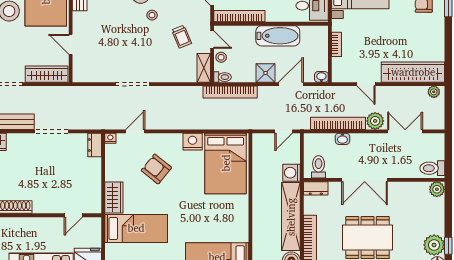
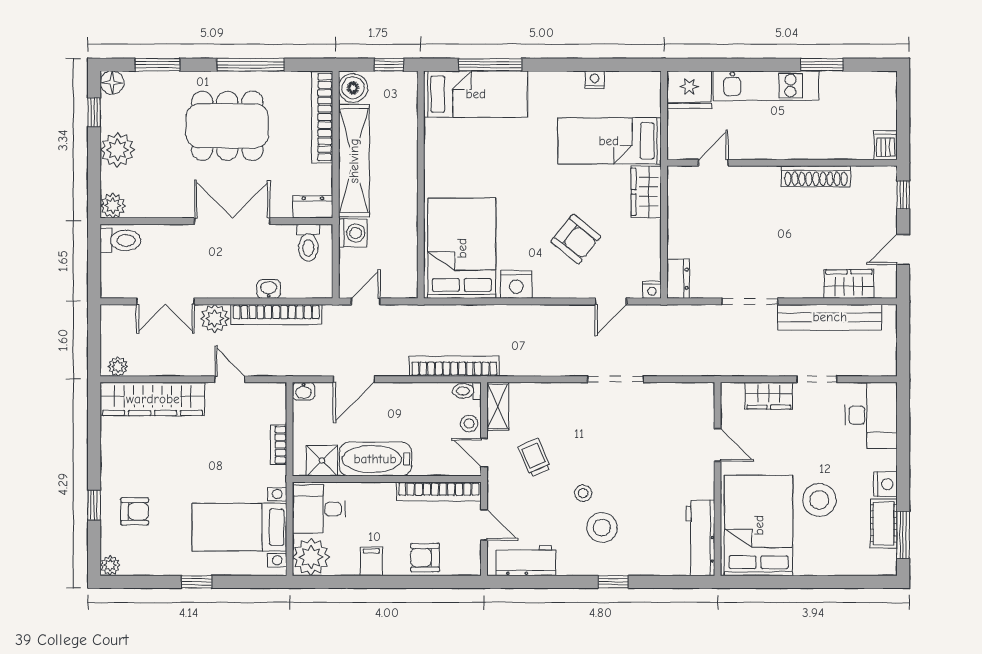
shower: (266, 73) -> (322, 461), moved
wardrobe: (47, 74) -> (769, 396), width x0.67
plant: (434, 245) -> (117, 150), moved

